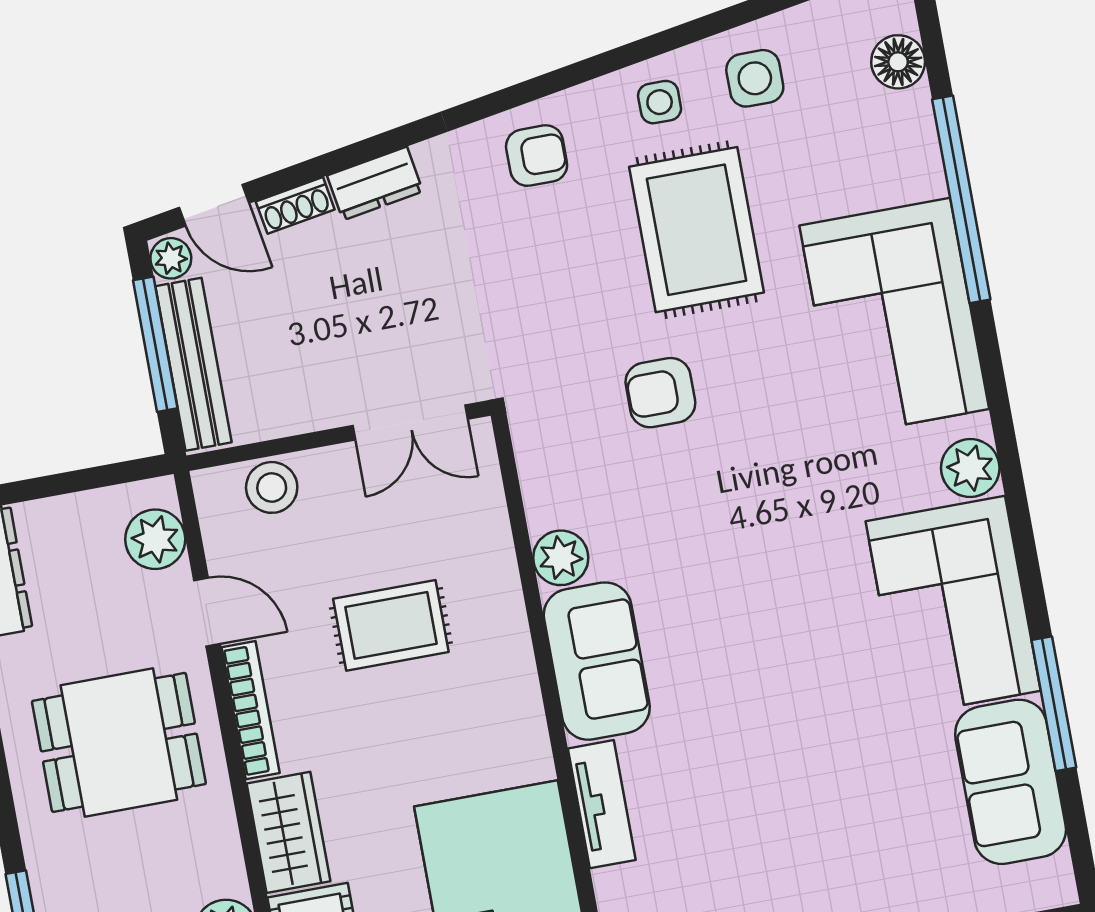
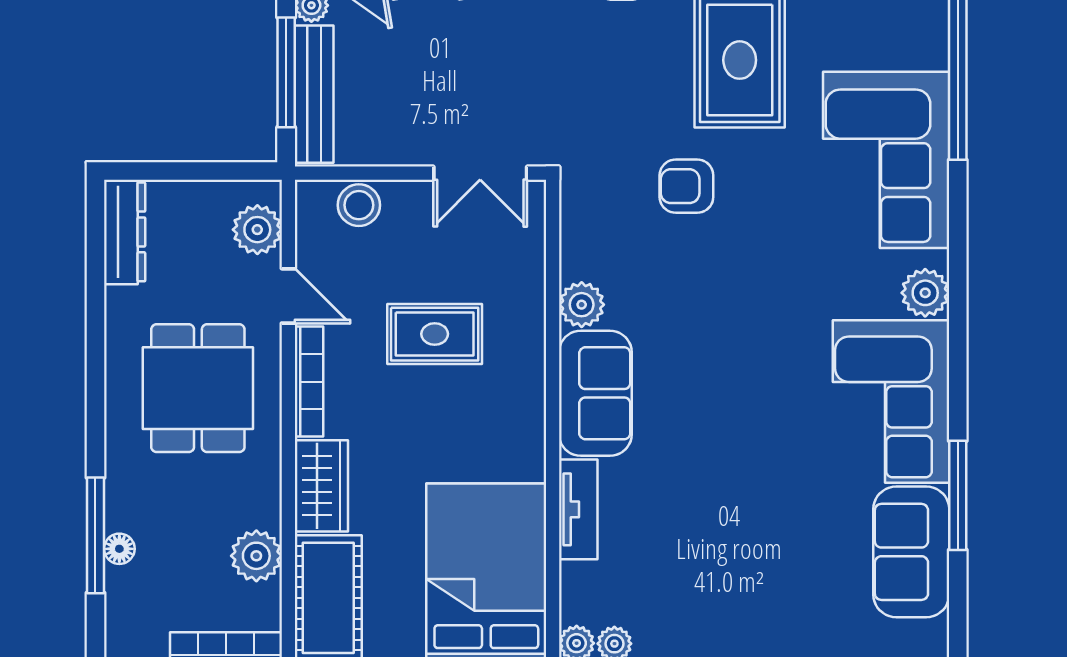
dining table: (119, 742) -> (198, 388), turned 90

